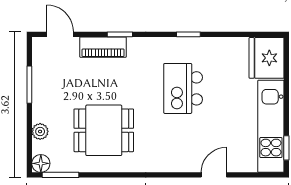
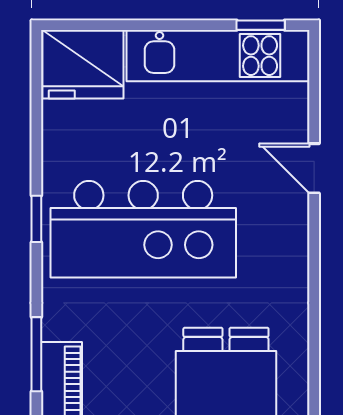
window: (120, 34) -> (36, 354), width x1.50
kitchen island: (183, 88) -> (143, 229), width x1.87, depth x1.28

